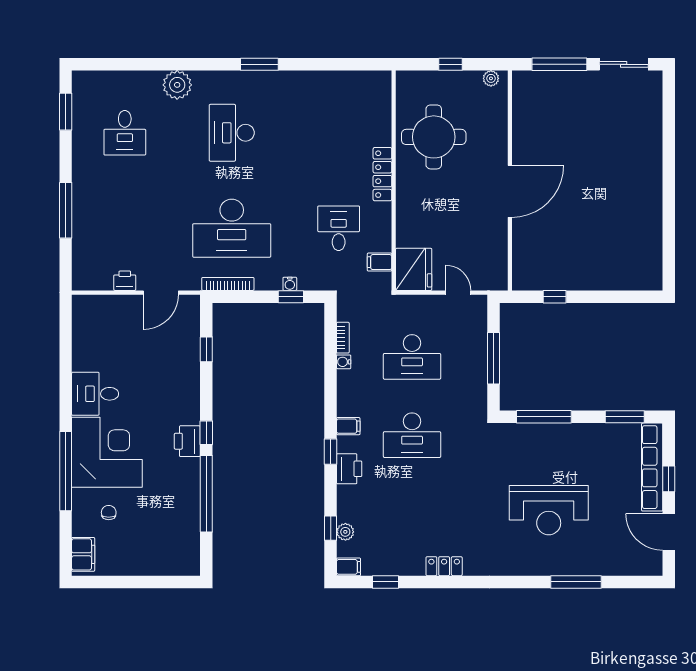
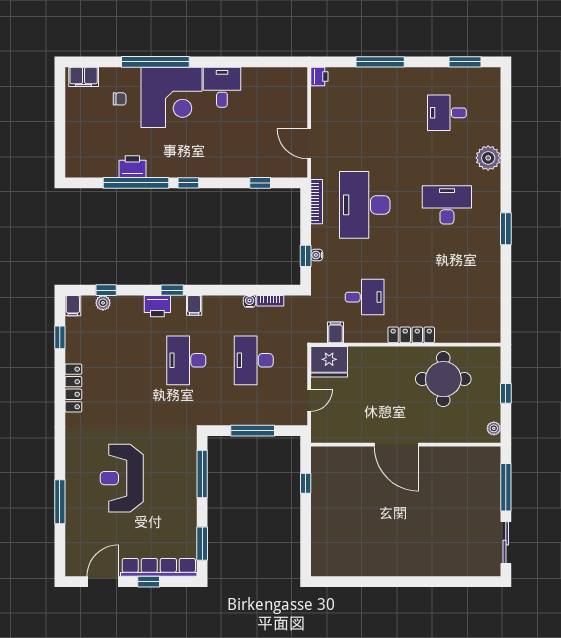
printer: (125, 281) -> (319, 76), moved
printer: (187, 441) -> (132, 167), moved
locker: (444, 566) -> (73, 388), width x1.53

